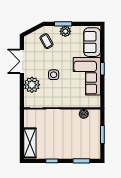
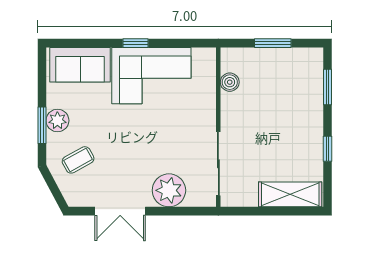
side table: (54, 75) -> (148, 145), removed

